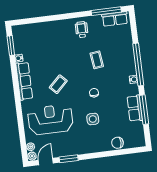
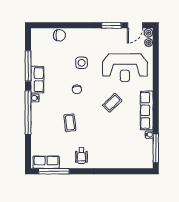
window: (11, 46) -> (156, 148), width x1.44
row of seats: (135, 108) -> (37, 80), moved

